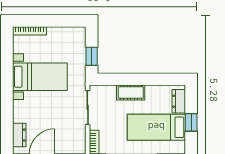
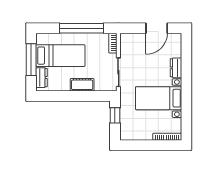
window: (191, 122) -> (31, 60), width x2.17
dresser: (19, 135) -> (176, 68), moved

